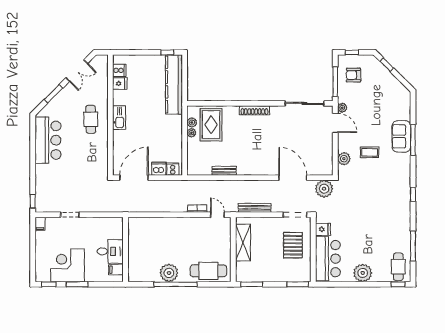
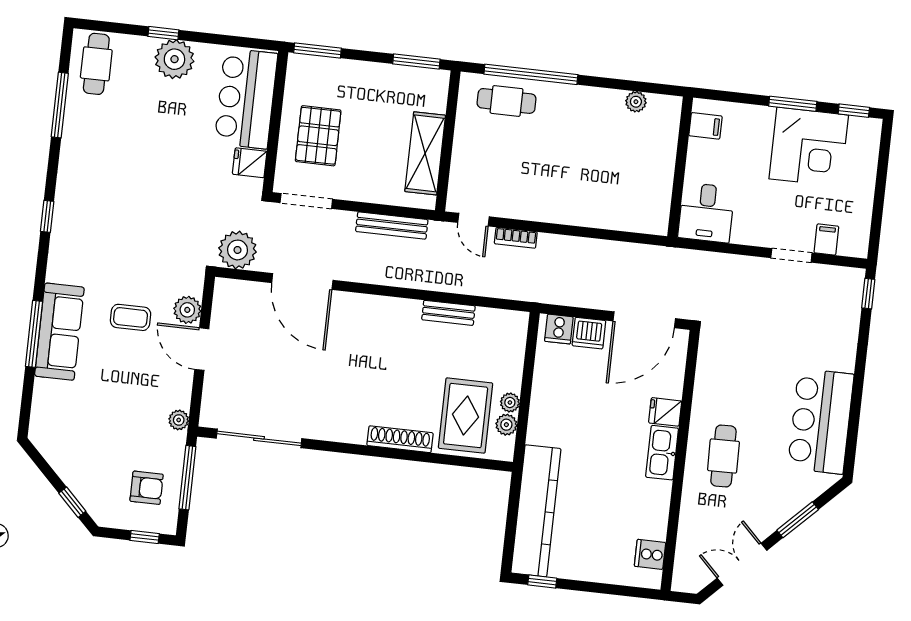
fridge: (120, 84) -> (665, 412), moved
shoe rack: (254, 110) -> (400, 439), moved
door: (335, 123) -> (202, 349), moved
sofa: (401, 136) -> (59, 332), width x1.36
filing cabinet: (40, 224) -> (826, 240), moved
desk: (110, 251) -> (706, 213), moved, turned -90
cafe table: (208, 271) -> (507, 101), width x0.73, depth x0.74
plant: (169, 273) -> (636, 102), moved, width x0.53, depth x0.53
window: (175, 284) -> (531, 74), moved
window: (398, 284) -> (163, 33), moved

